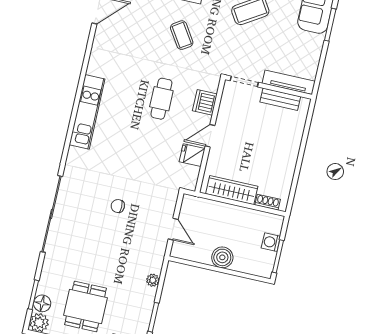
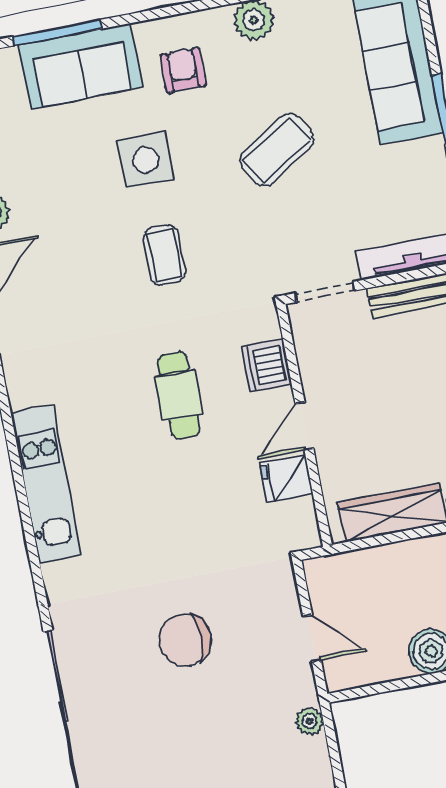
coffee table: (182, 35) -> (164, 255), turned 33
chair: (118, 206) -> (185, 640), width x1.87, depth x1.87
plant: (153, 280) -> (309, 721), moved

